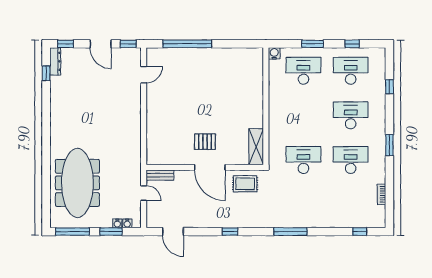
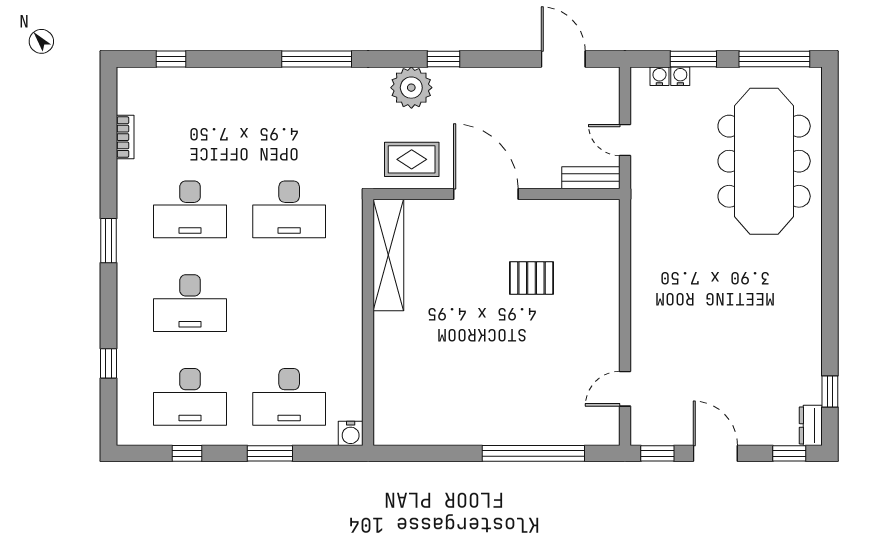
dresser: (55, 61) -> (811, 425), width x0.70
pallet: (205, 142) -> (531, 278), moved
shelving: (256, 147) -> (388, 255), width x1.47
plant: (245, 218) -> (411, 88), added

